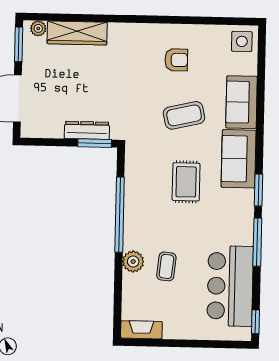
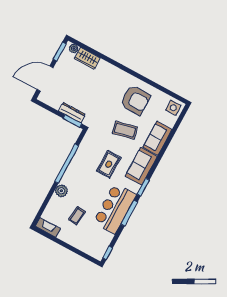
wardrobe: (77, 33) -> (87, 58), width x0.67
armchair: (176, 60) -> (135, 100), width x1.88, depth x1.88
coffee table: (166, 266) -> (77, 216), moved
bar counter: (230, 286) -> (115, 209), moved

